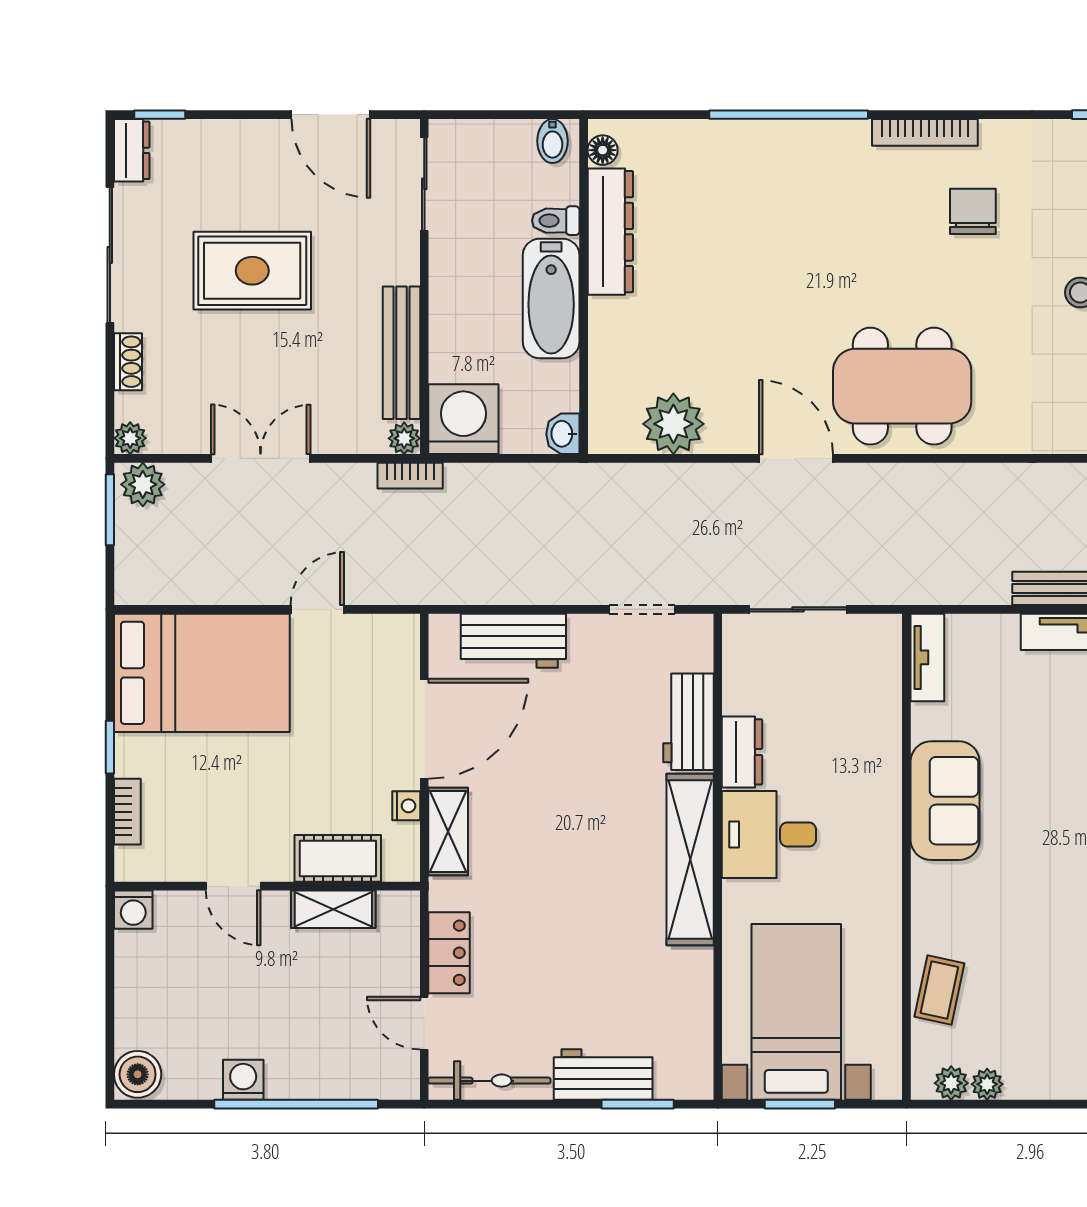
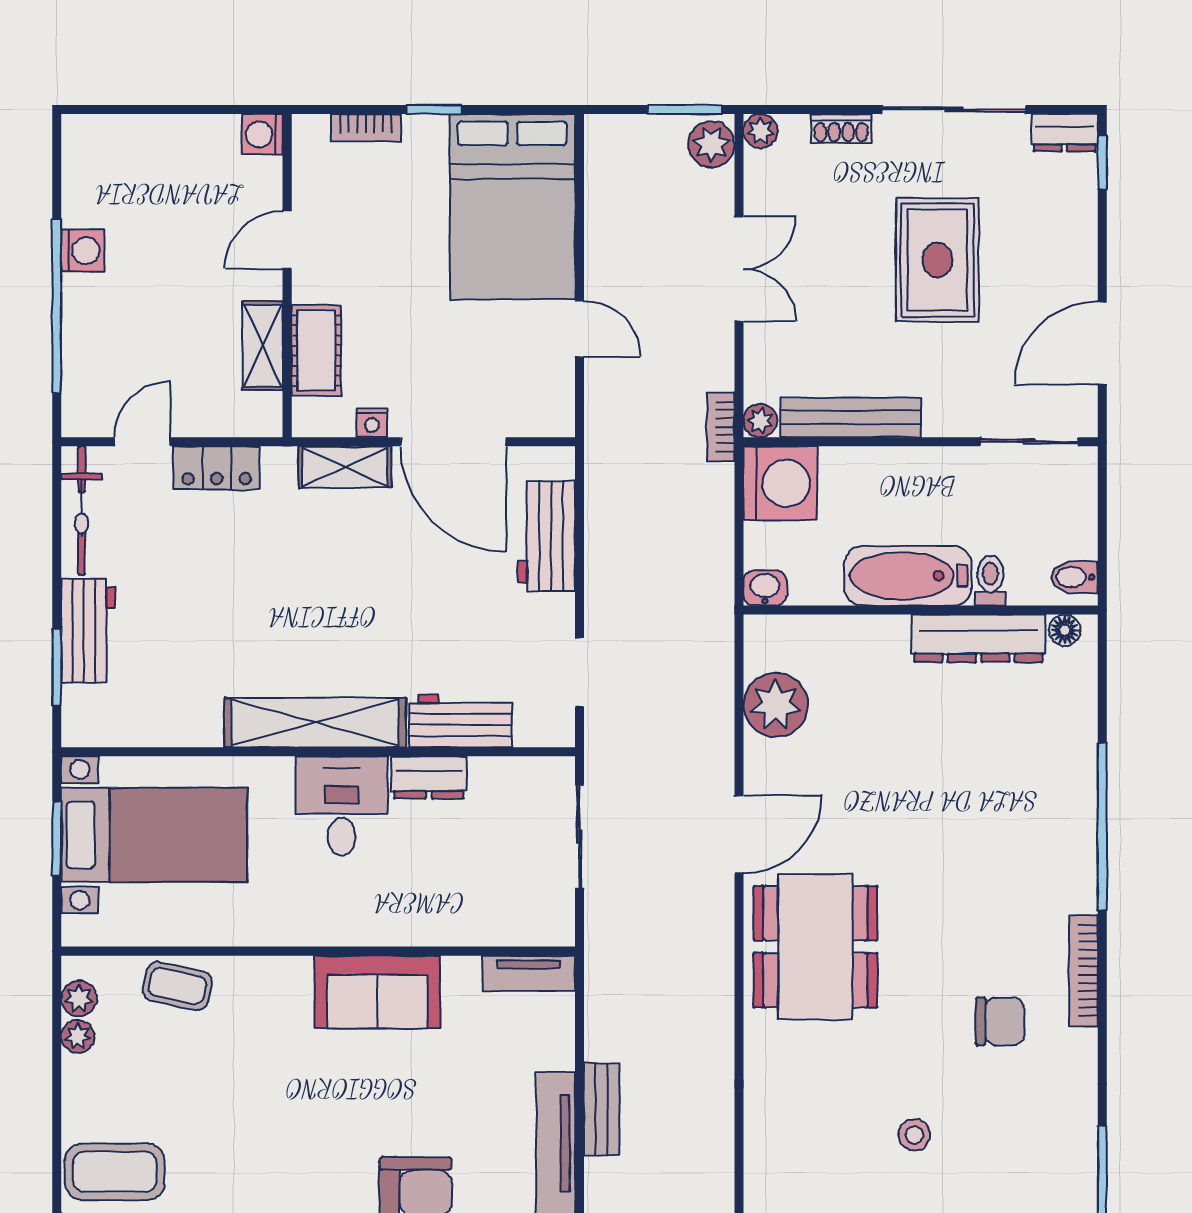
boiler: (138, 1074) -> (88, 139), removed

